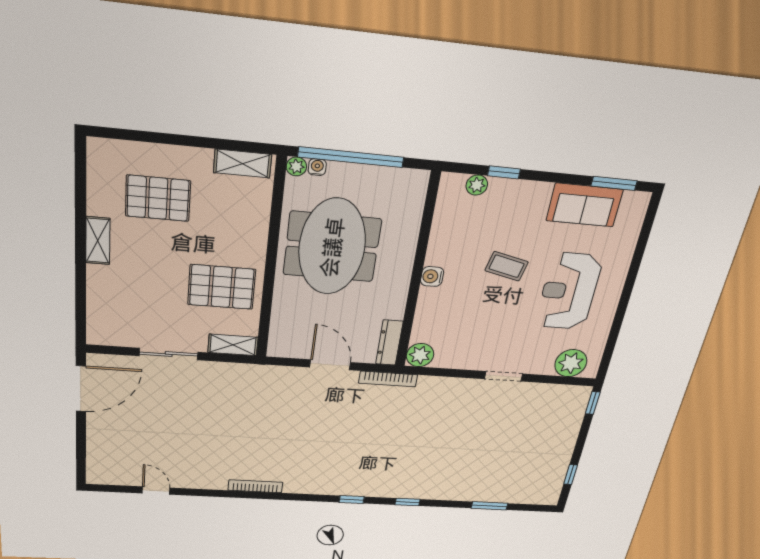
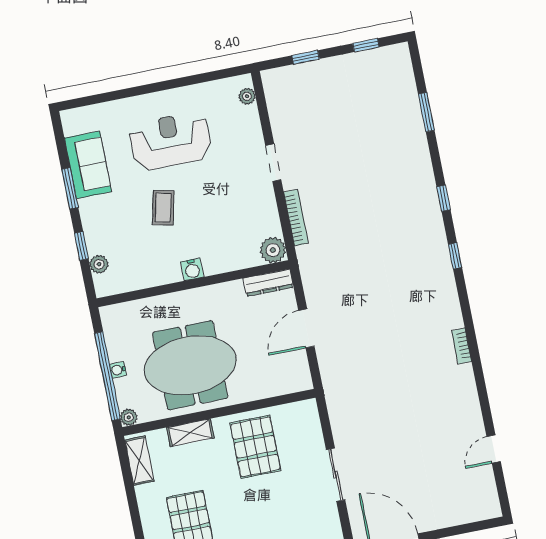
water cooler: (317, 167) -> (118, 370), moved
window: (614, 183) -> (70, 188), moved
reception desk: (569, 291) -> (170, 141), turned 180
shelving: (233, 345) -> (190, 433), moved, turned 90
plant: (571, 363) -> (247, 96), width x0.53, depth x0.53
bookcase: (388, 379) -> (296, 218), moved
window: (593, 403) -> (306, 57), moved
bookcase: (255, 486) -> (462, 346), width x0.64

